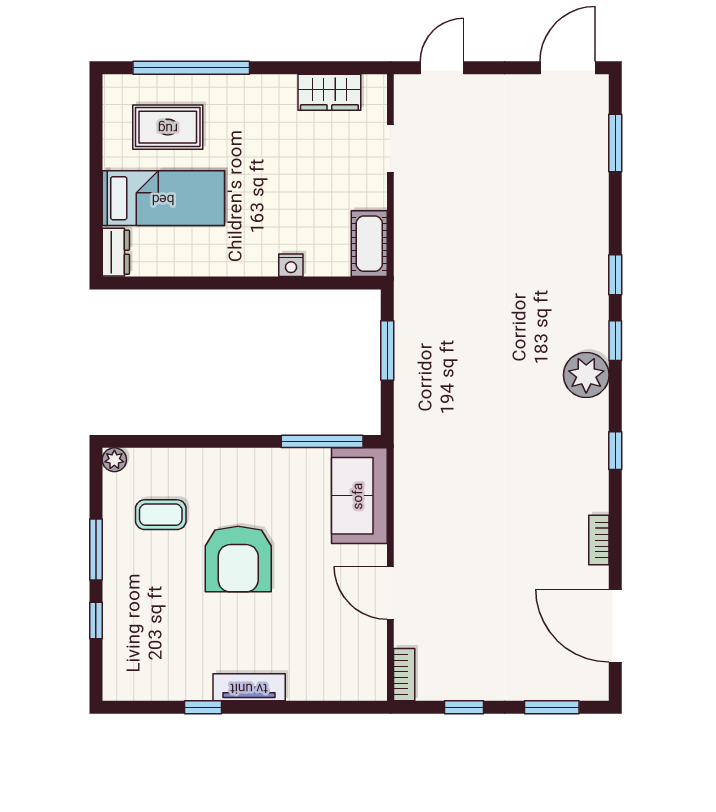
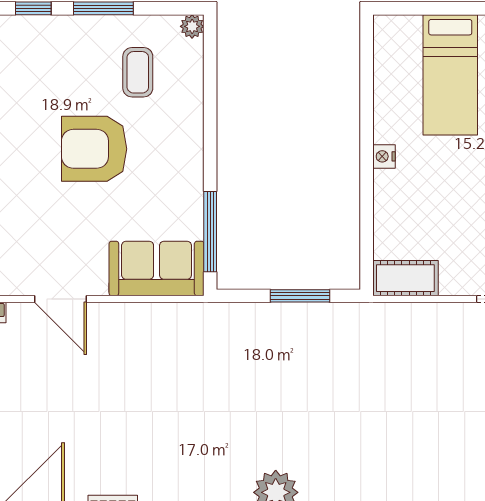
dresser: (116, 252) -> (397, 28), removed
nightstand: (291, 265) -> (384, 156), moved
door: (390, 593) -> (60, 299), swing flipped

